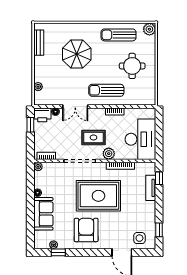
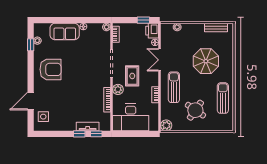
plant: (149, 29) -> (166, 125), moved
round table: (132, 66) -> (195, 110), turned 35
rug: (98, 196) -> (81, 80), removed
window: (159, 230) -> (79, 134), moved

